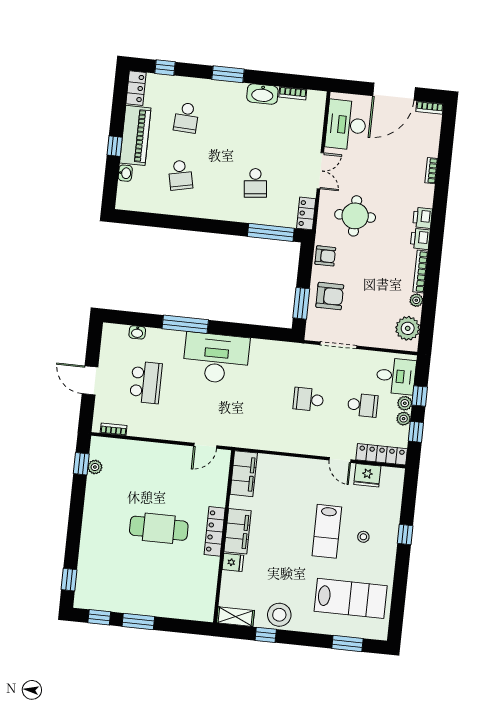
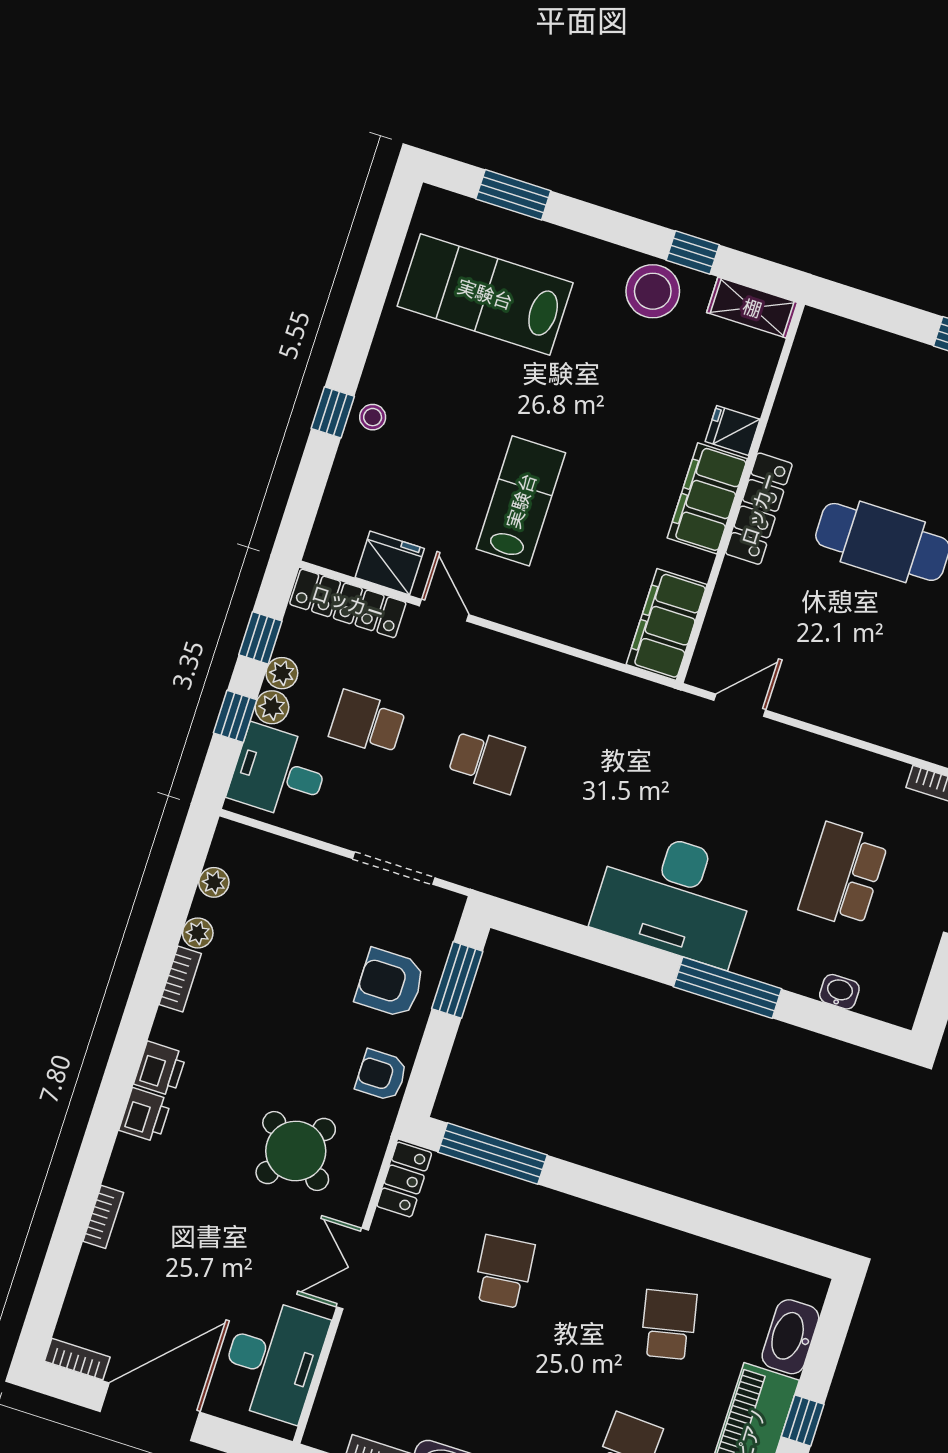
washbasin: (125, 173) -> (790, 1337), width x1.91, depth x1.45
round table: (355, 216) -> (296, 1151), turned 35
bookcase: (420, 271) -> (180, 979), width x0.64
plant: (408, 328) -> (214, 882), width x0.53, depth x0.53
lab bench: (327, 531) -> (521, 501), moved
stool: (363, 537) -> (373, 417), moved

